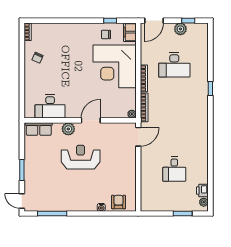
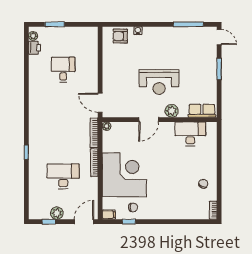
filing cabinet: (130, 32) -> (109, 215), width x0.50
door: (138, 137) -> (100, 103), hinge flipped
armchair: (119, 202) -> (120, 36), turned 90

